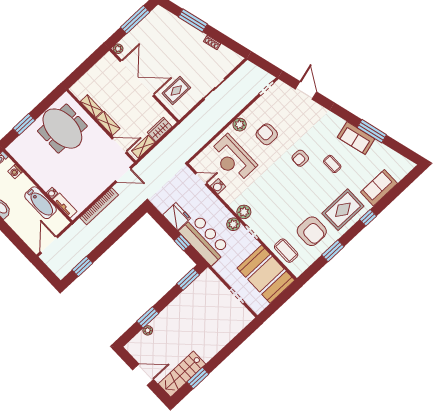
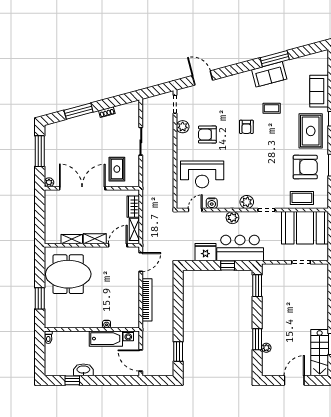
plant: (240, 125) -> (183, 127), moved
washing machine: (15, 172) -> (128, 336), moved
tv unit: (65, 205) -> (124, 323), removed
plant: (233, 224) -> (232, 218), moved

